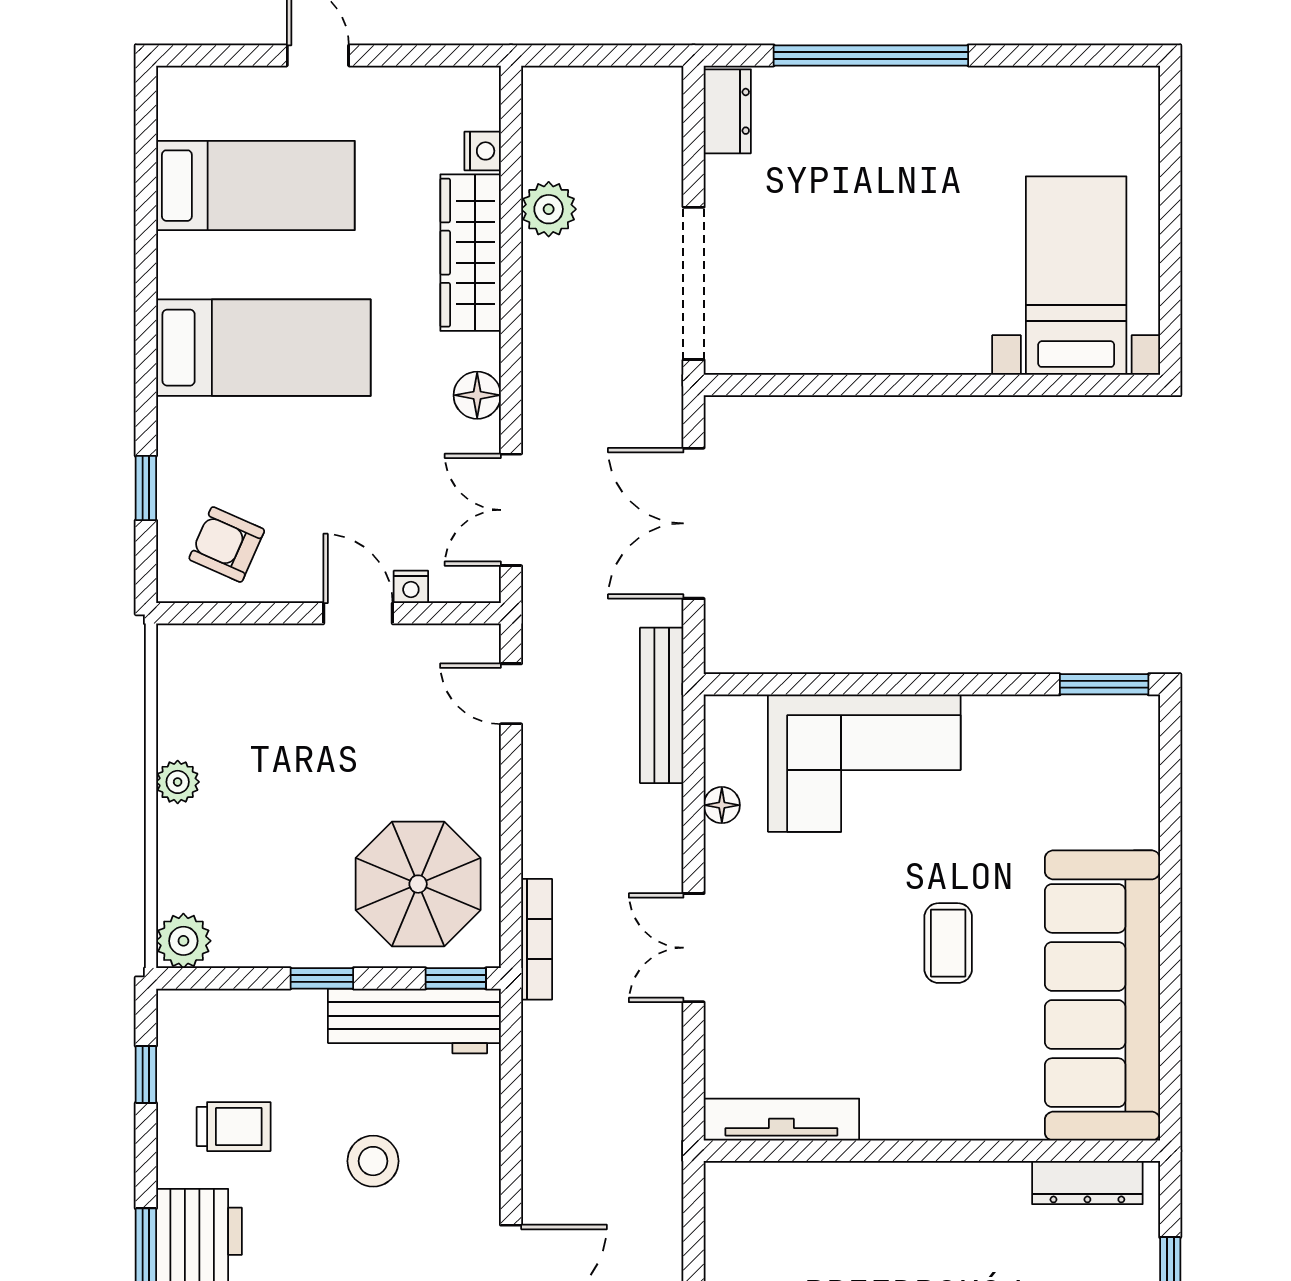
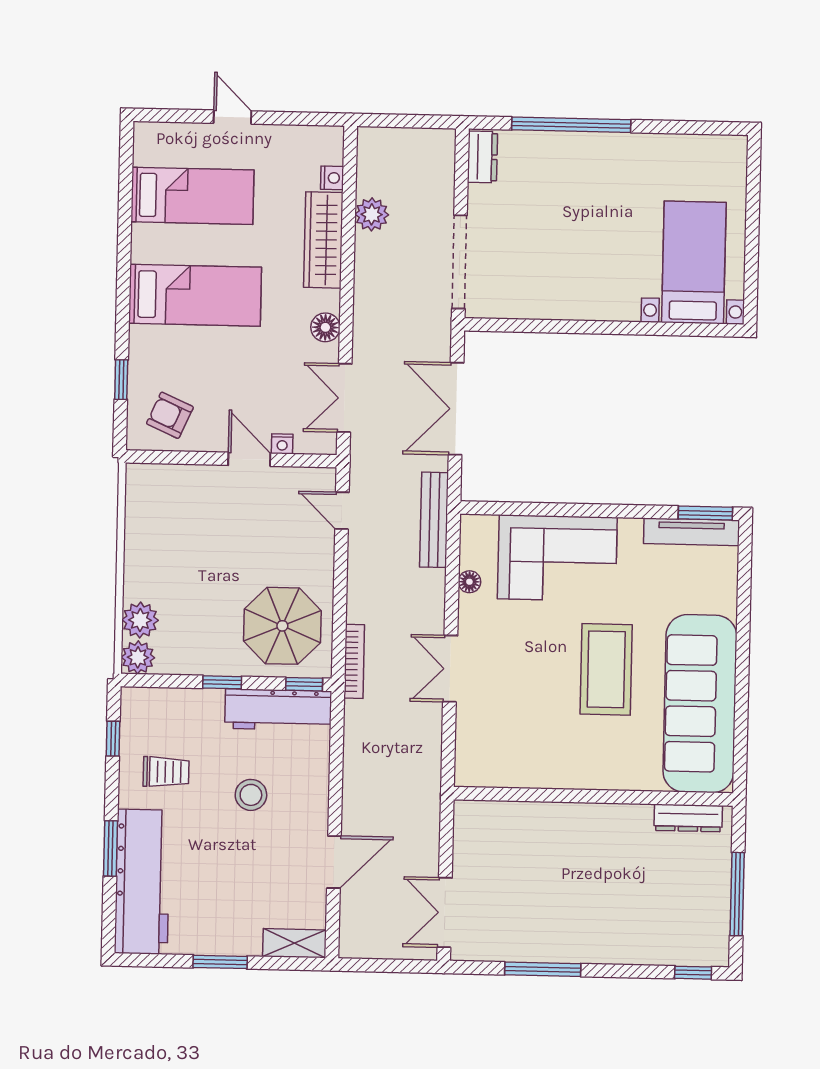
plant: (178, 782) -> (140, 620), moved, width x1.38, depth x1.38
coffee table: (948, 943) -> (606, 669), width x1.86, depth x1.72
tv unit: (781, 1120) -> (692, 532), moved, turned 180

